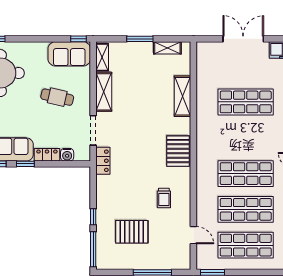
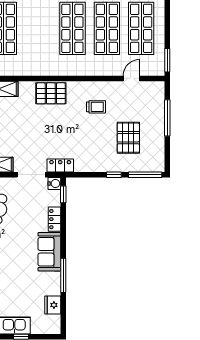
water cooler: (67, 155) -> (54, 183), moved
window: (25, 164) -> (63, 194), moved

